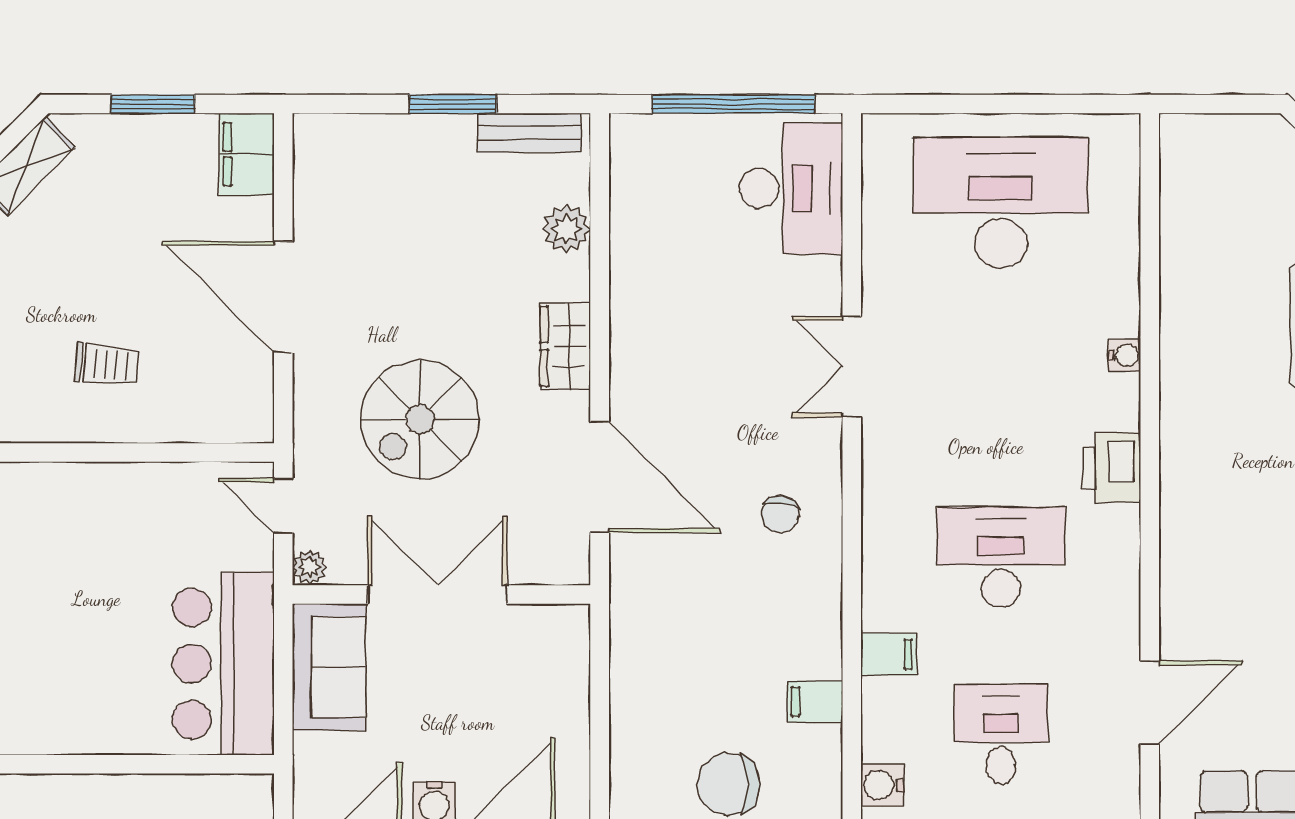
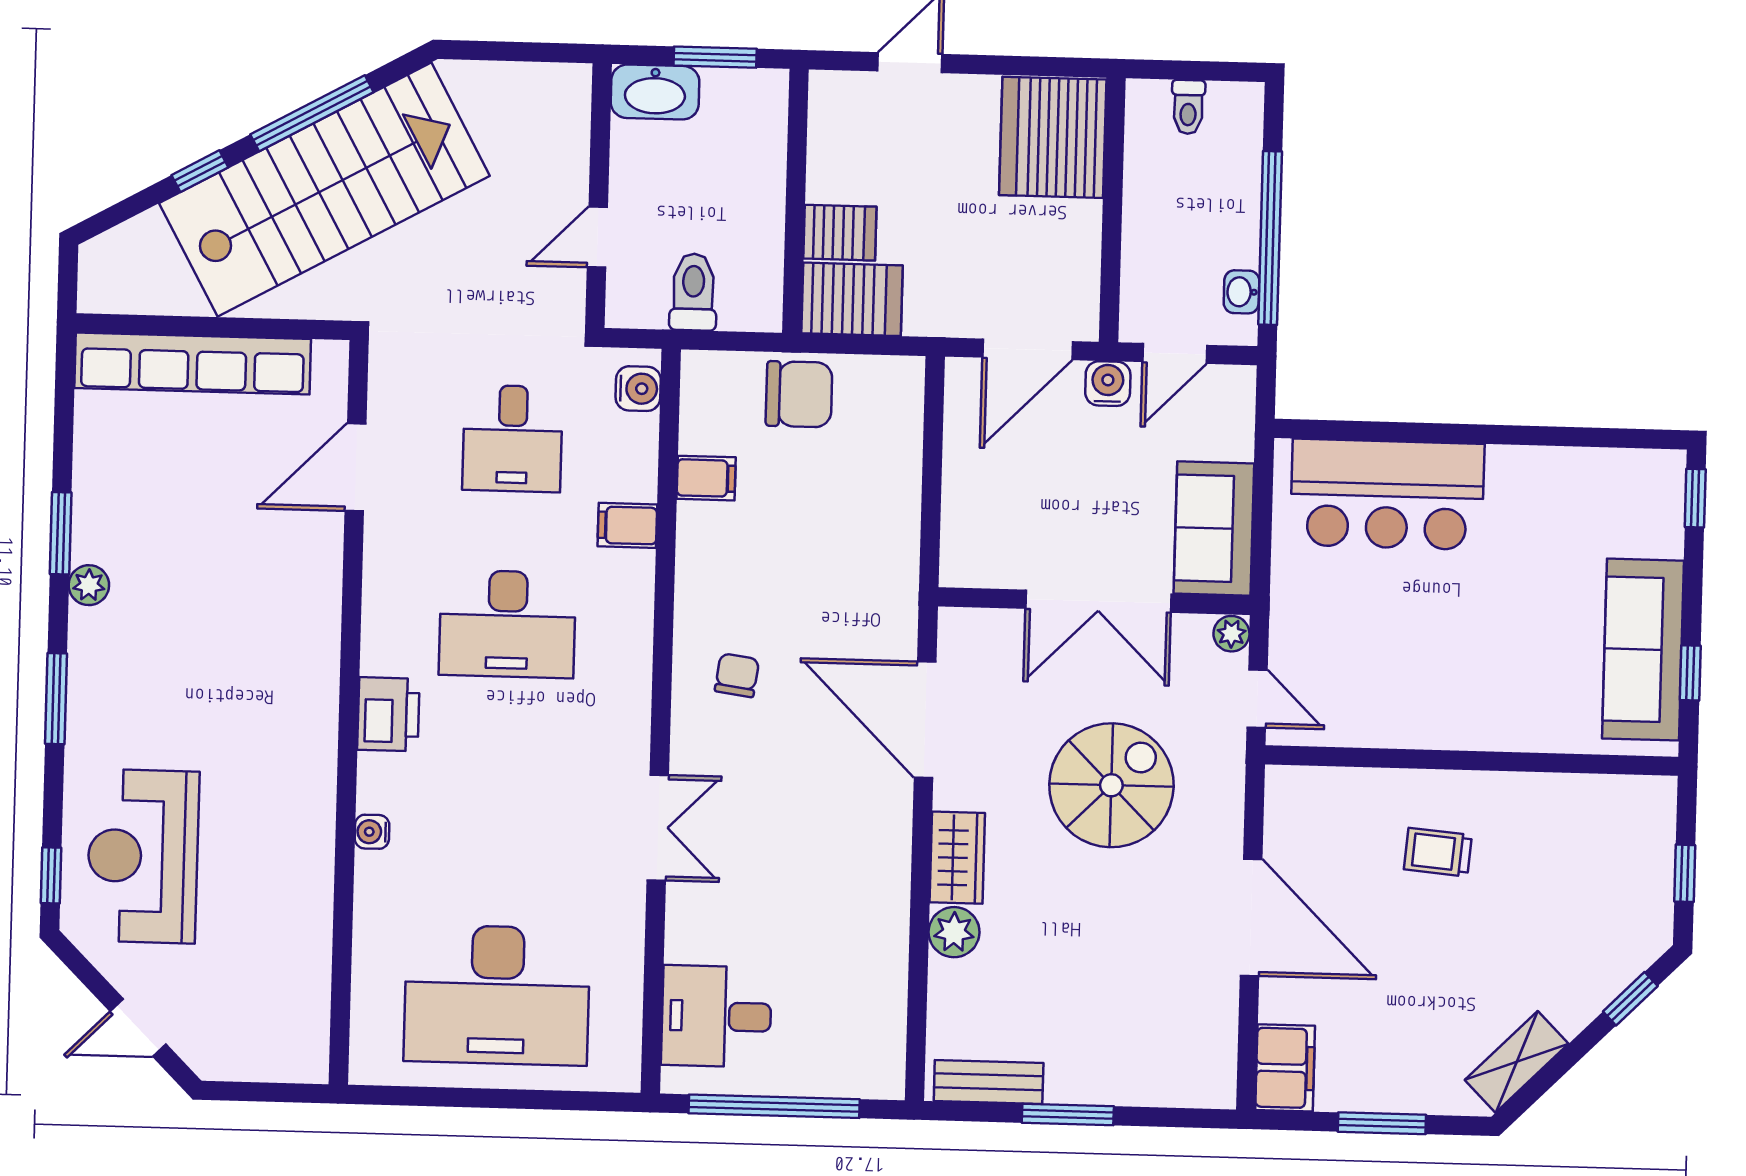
desk: (791, 188) -> (716, 1016), width x0.73
plant: (566, 229) -> (954, 932), moved
bar counter: (223, 664) -> (1387, 494), moved, turned 90

